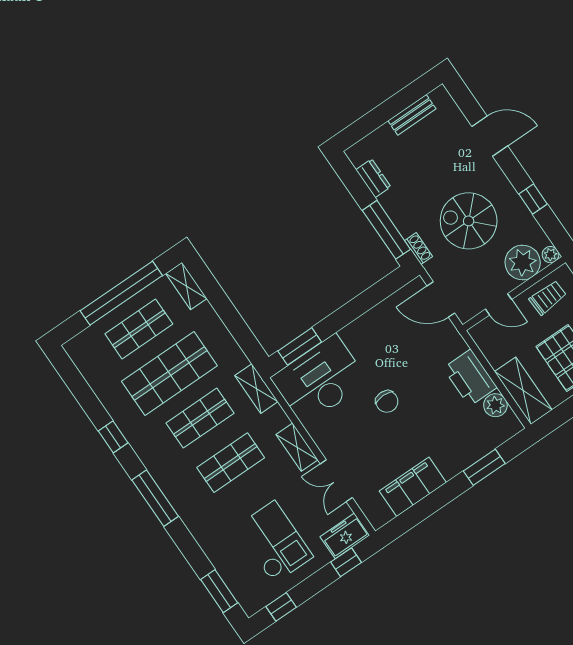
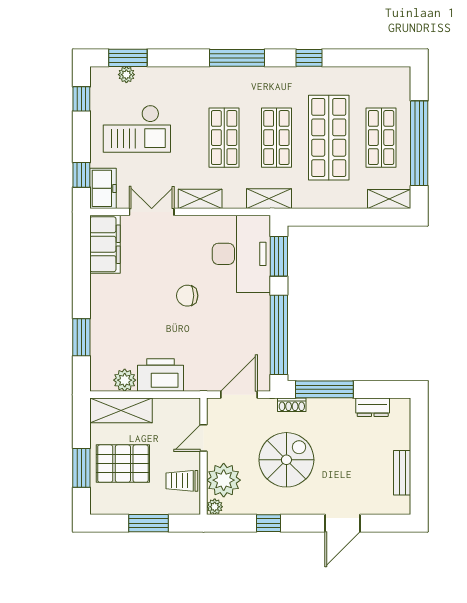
trolley: (548, 298) -> (182, 481), turned 93
window: (367, 300) -> (279, 335), added
filing cabinet: (413, 487) -> (105, 244), moved
plant: (234, 583) -> (126, 75), added

